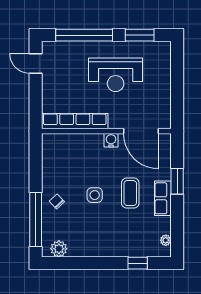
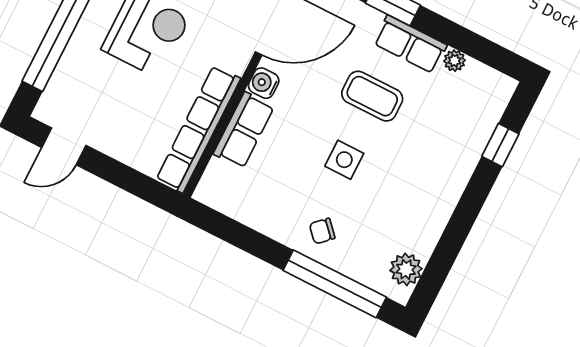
row of seats: (85, 142) -> (244, 130), added
plant: (166, 240) -> (454, 61), moved

